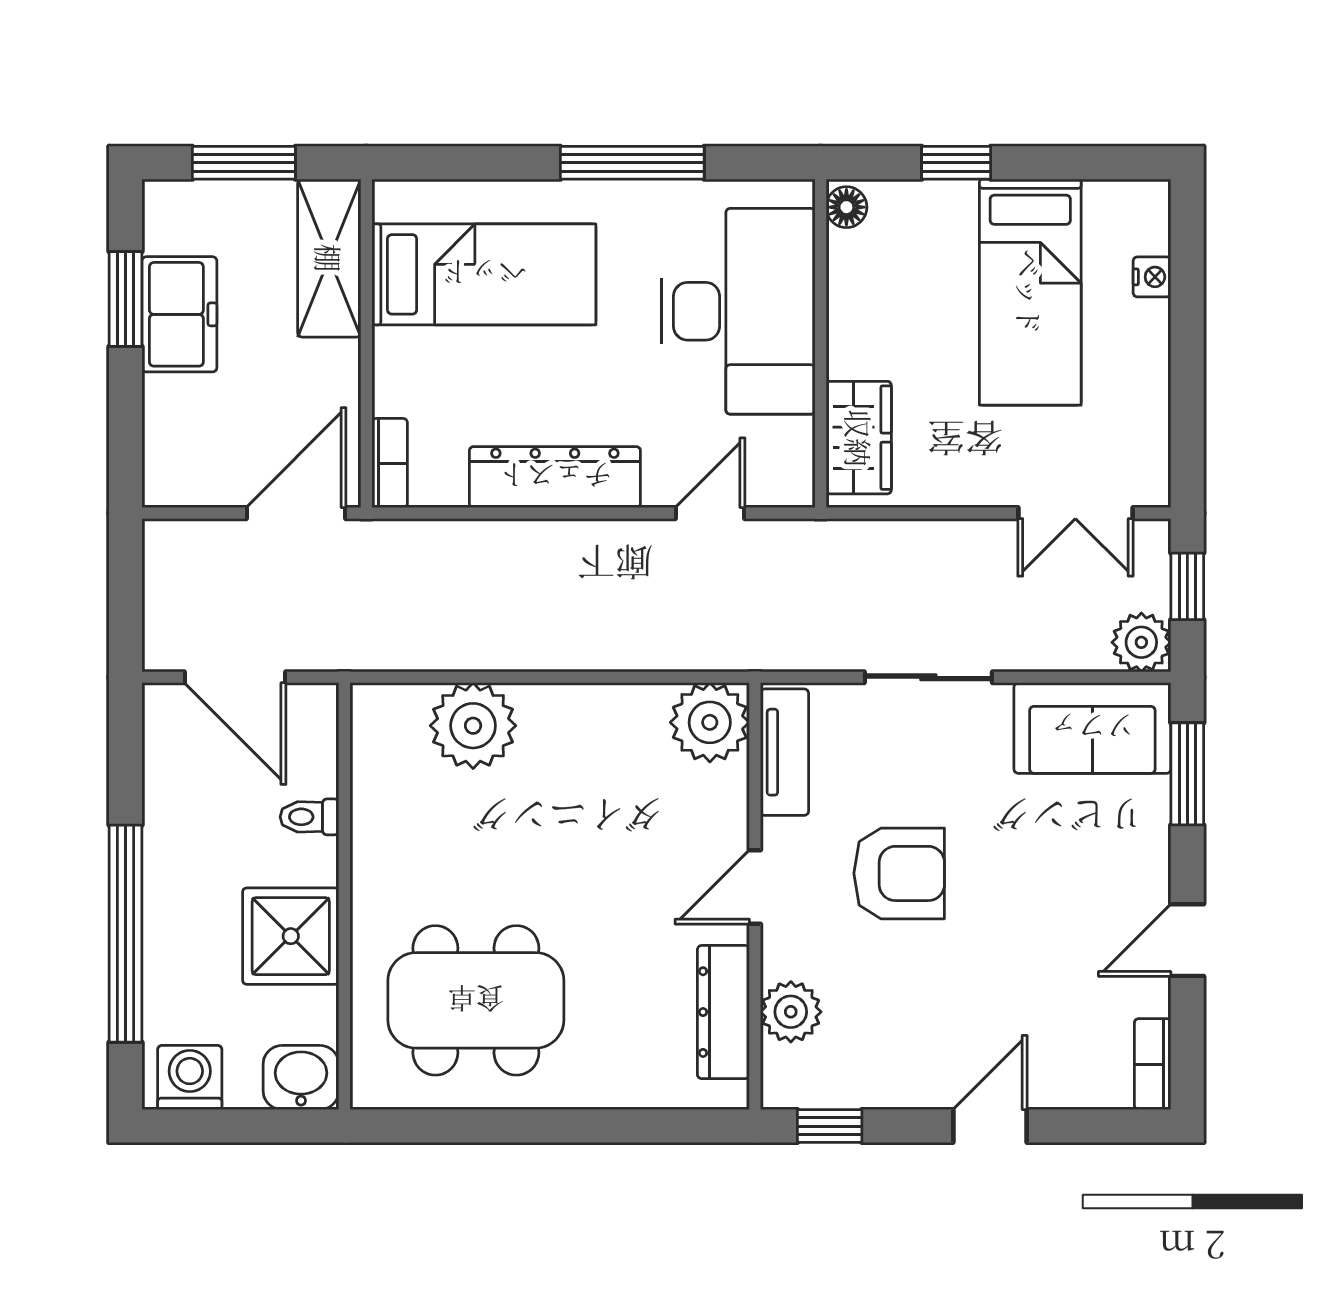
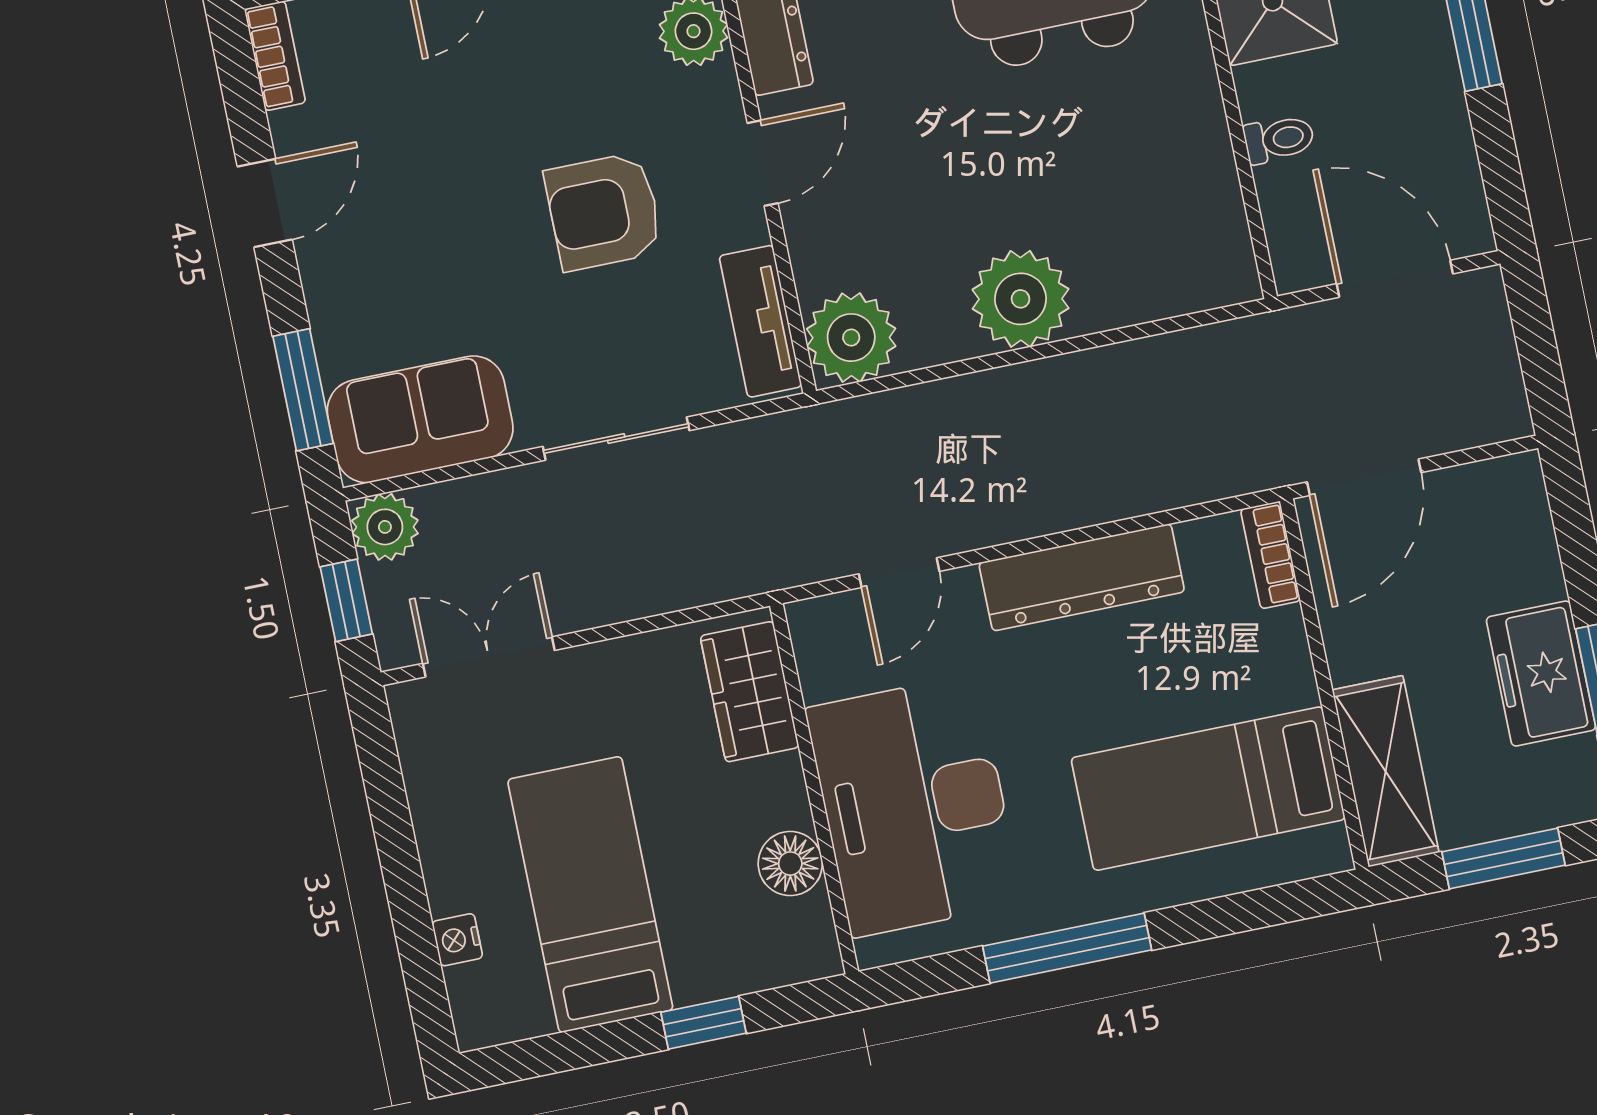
floor lamp: (846, 207) -> (790, 864), moved, width x1.37, depth x1.37
plant: (473, 726) -> (1021, 299), moved

